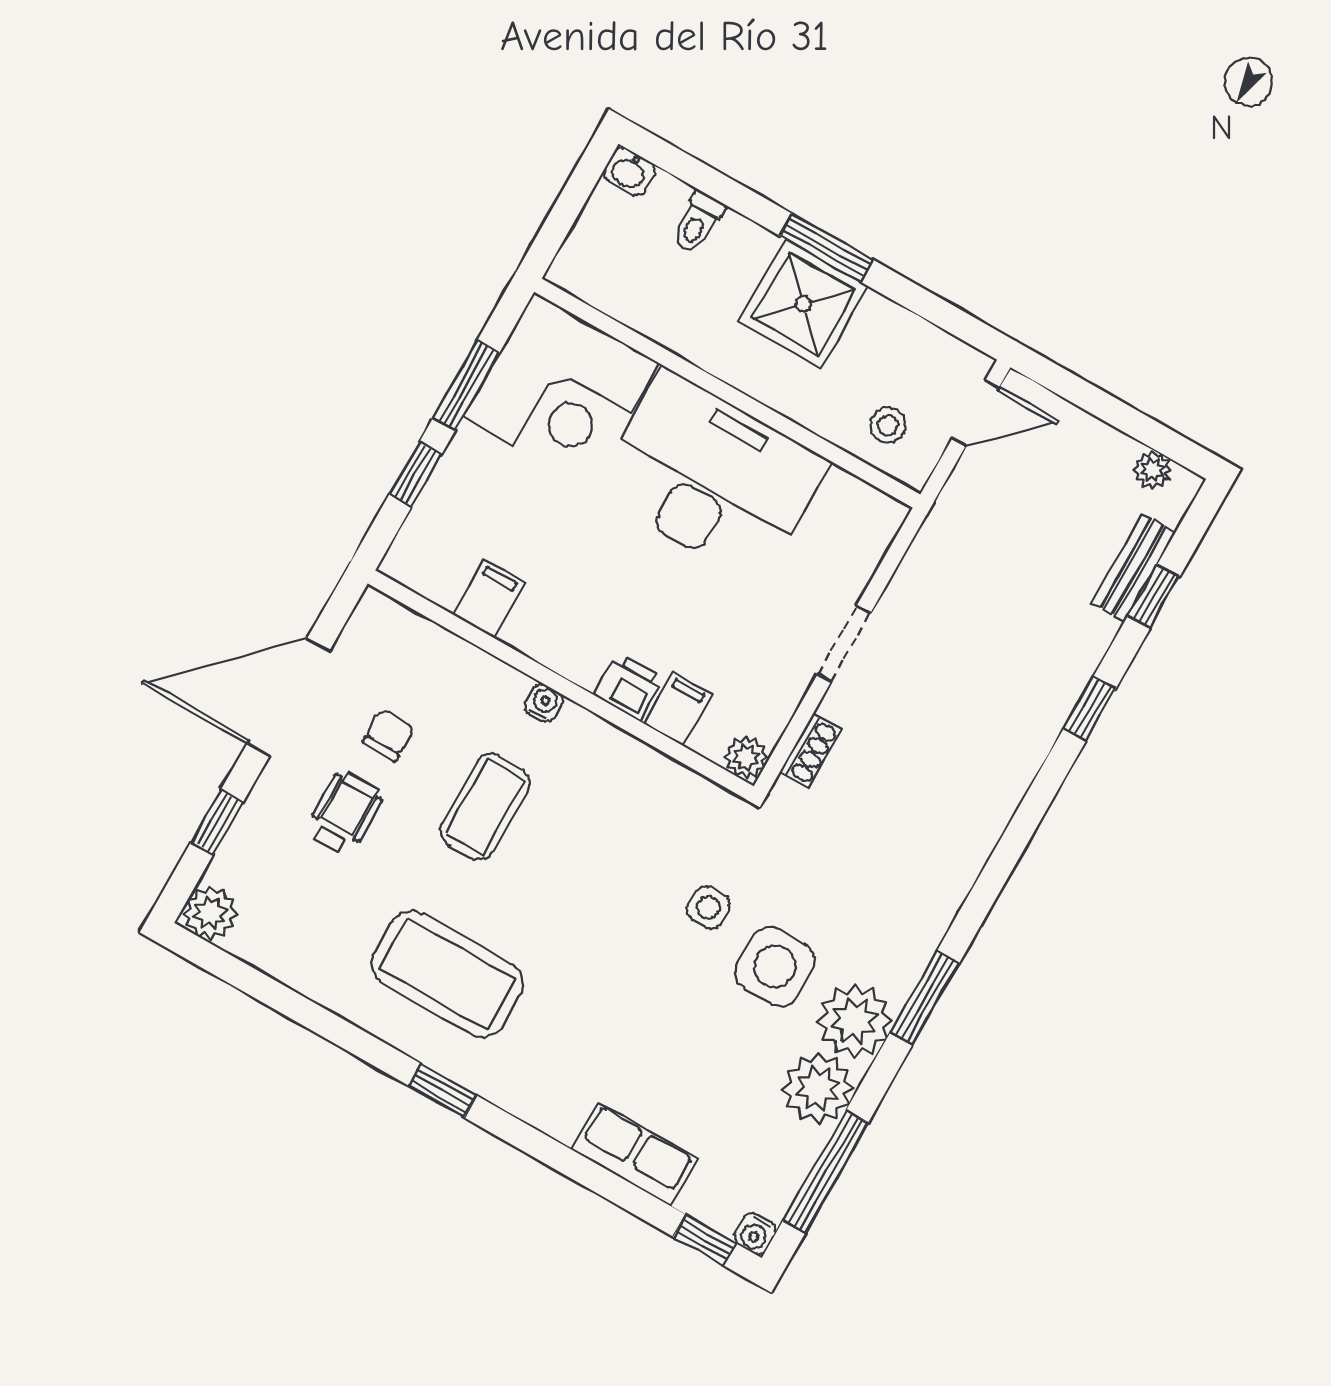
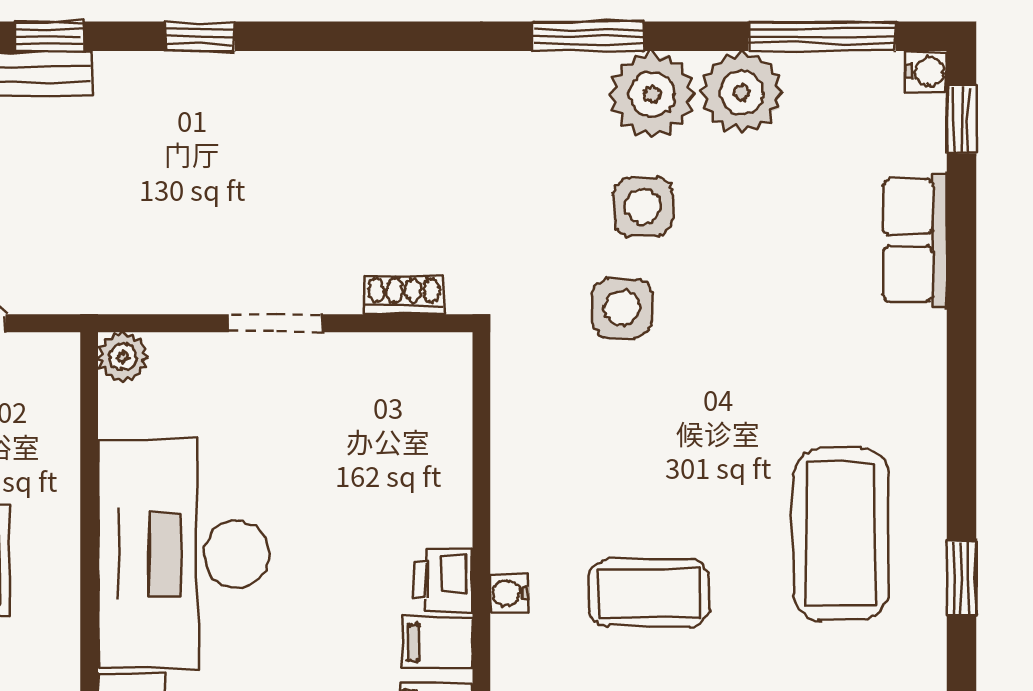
stool: (888, 425) -> (29, 405), removed
printer: (629, 687) -> (444, 580), moved
filing cabinet: (678, 709) -> (438, 642), moved
plant: (746, 757) -> (123, 357), moved
side table: (708, 908) -> (622, 308), width x1.37, depth x1.37
side table: (775, 966) -> (643, 207), width x0.73, depth x0.73
window: (442, 1090) -> (961, 578), moved

